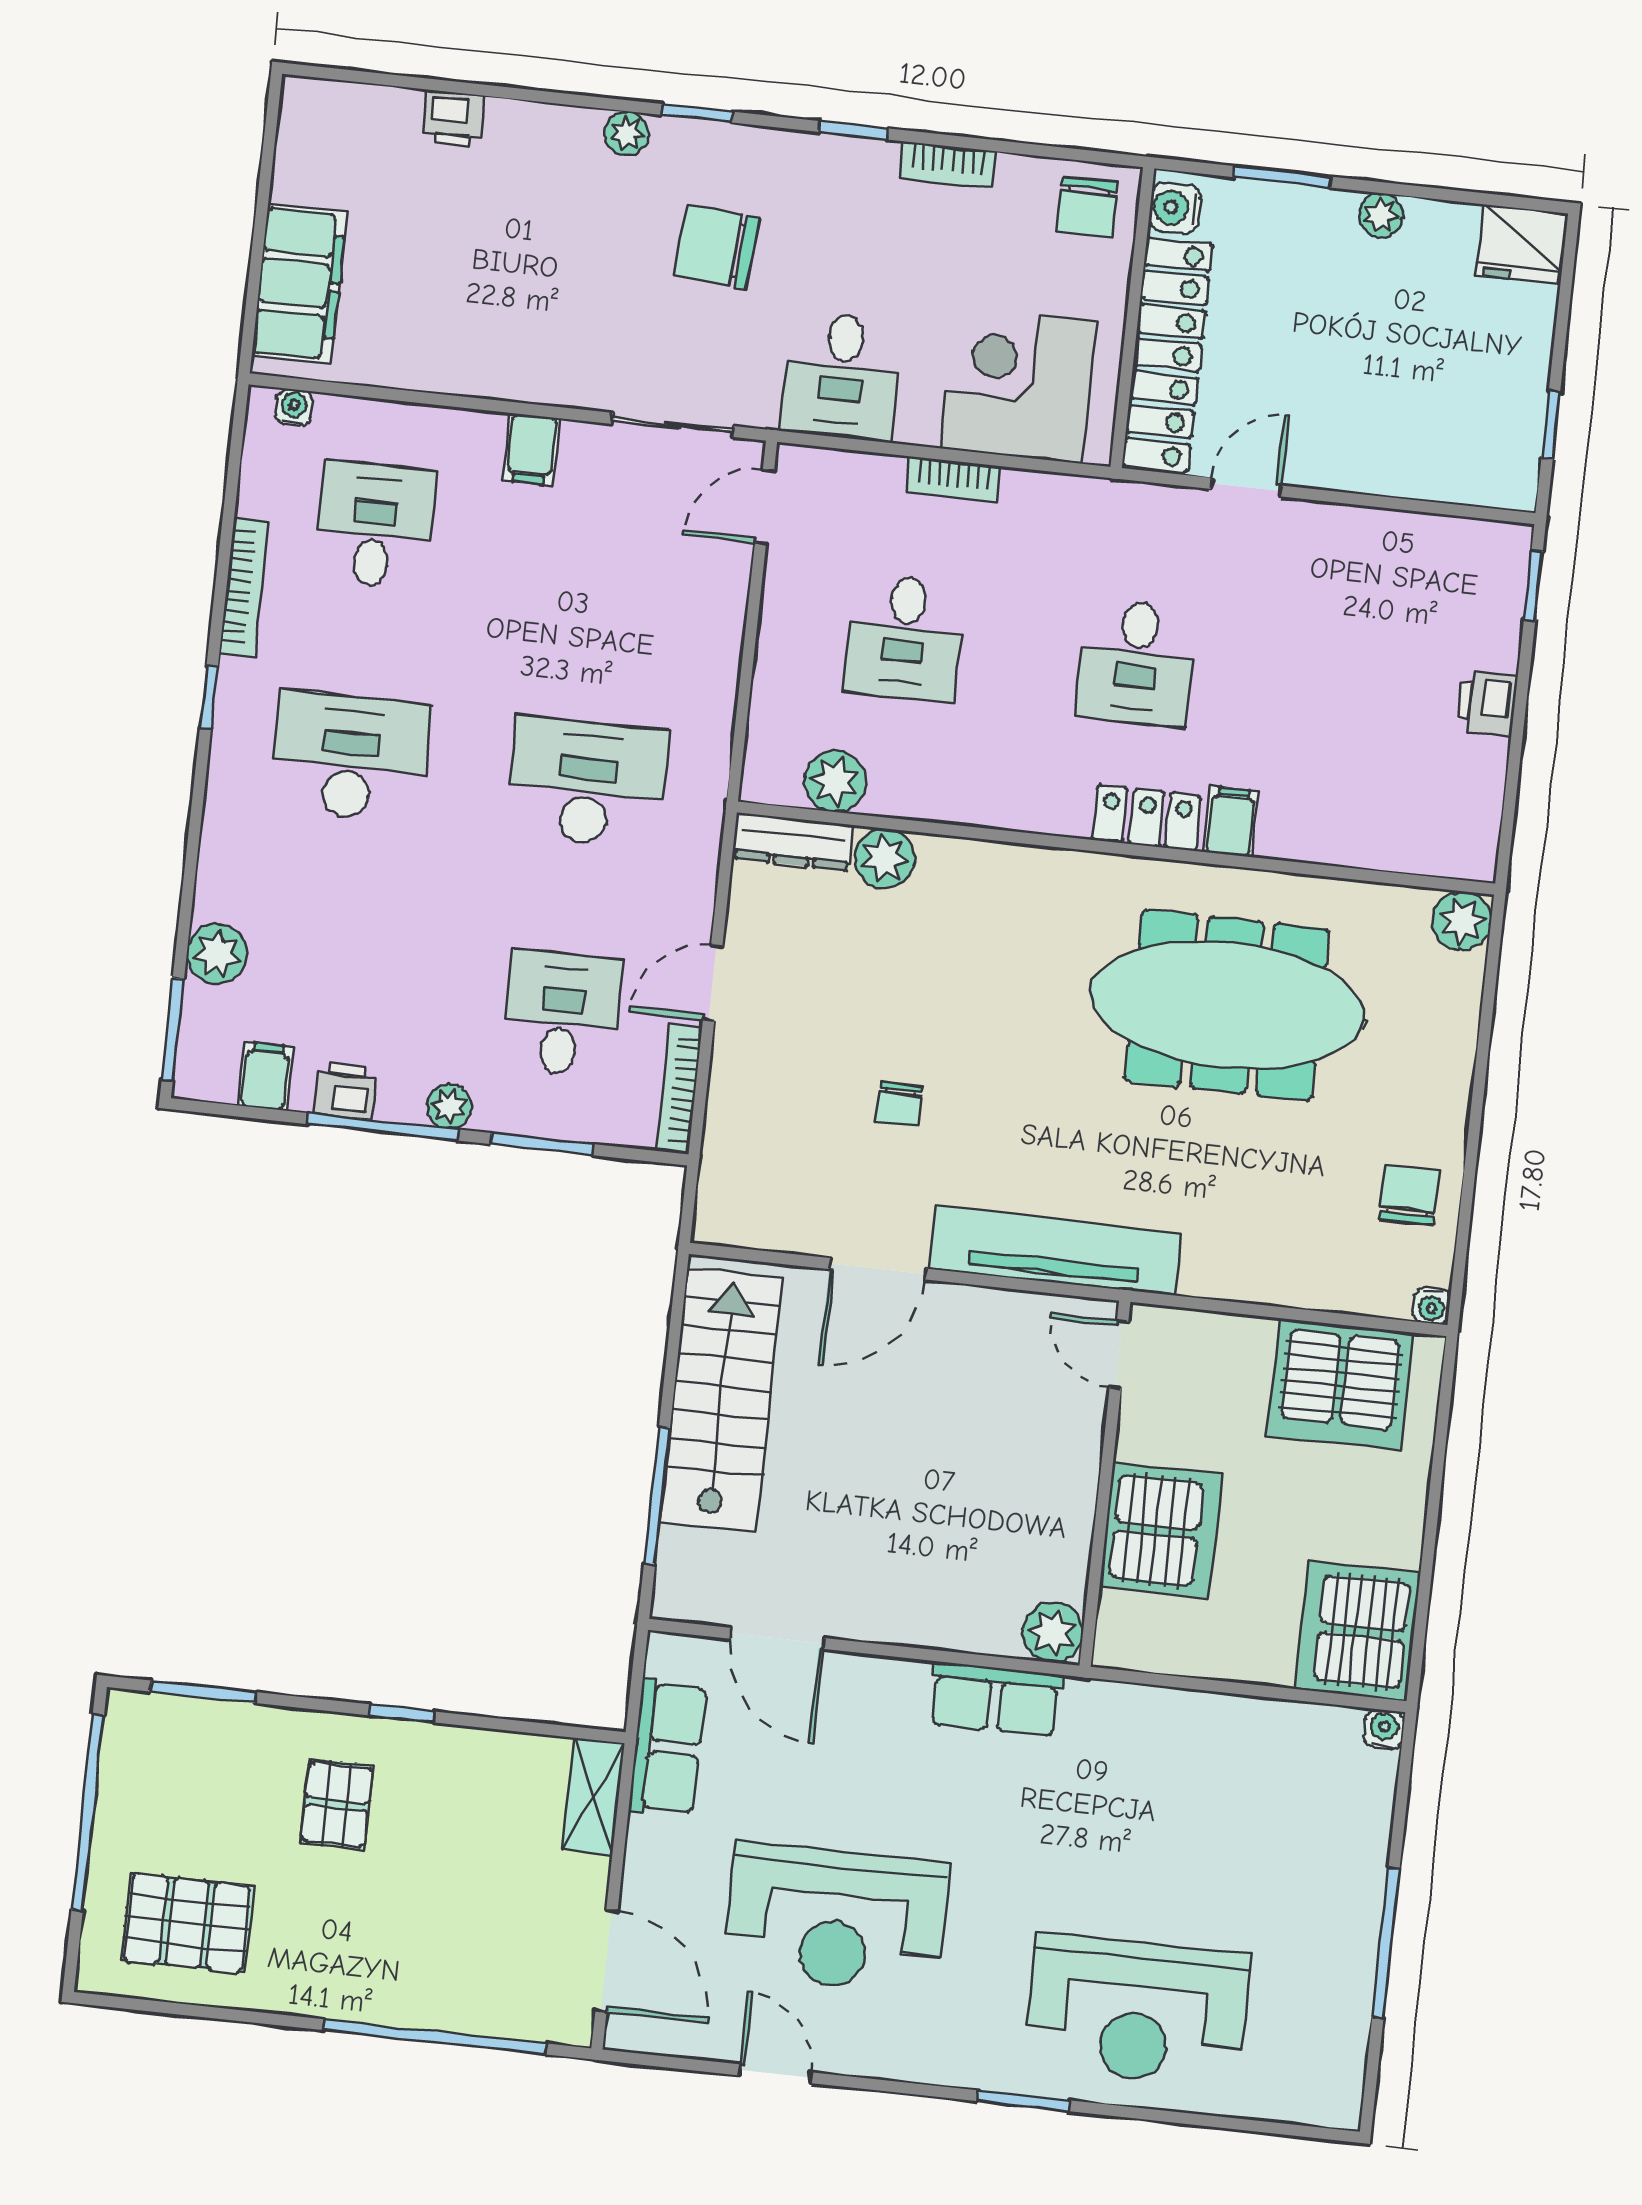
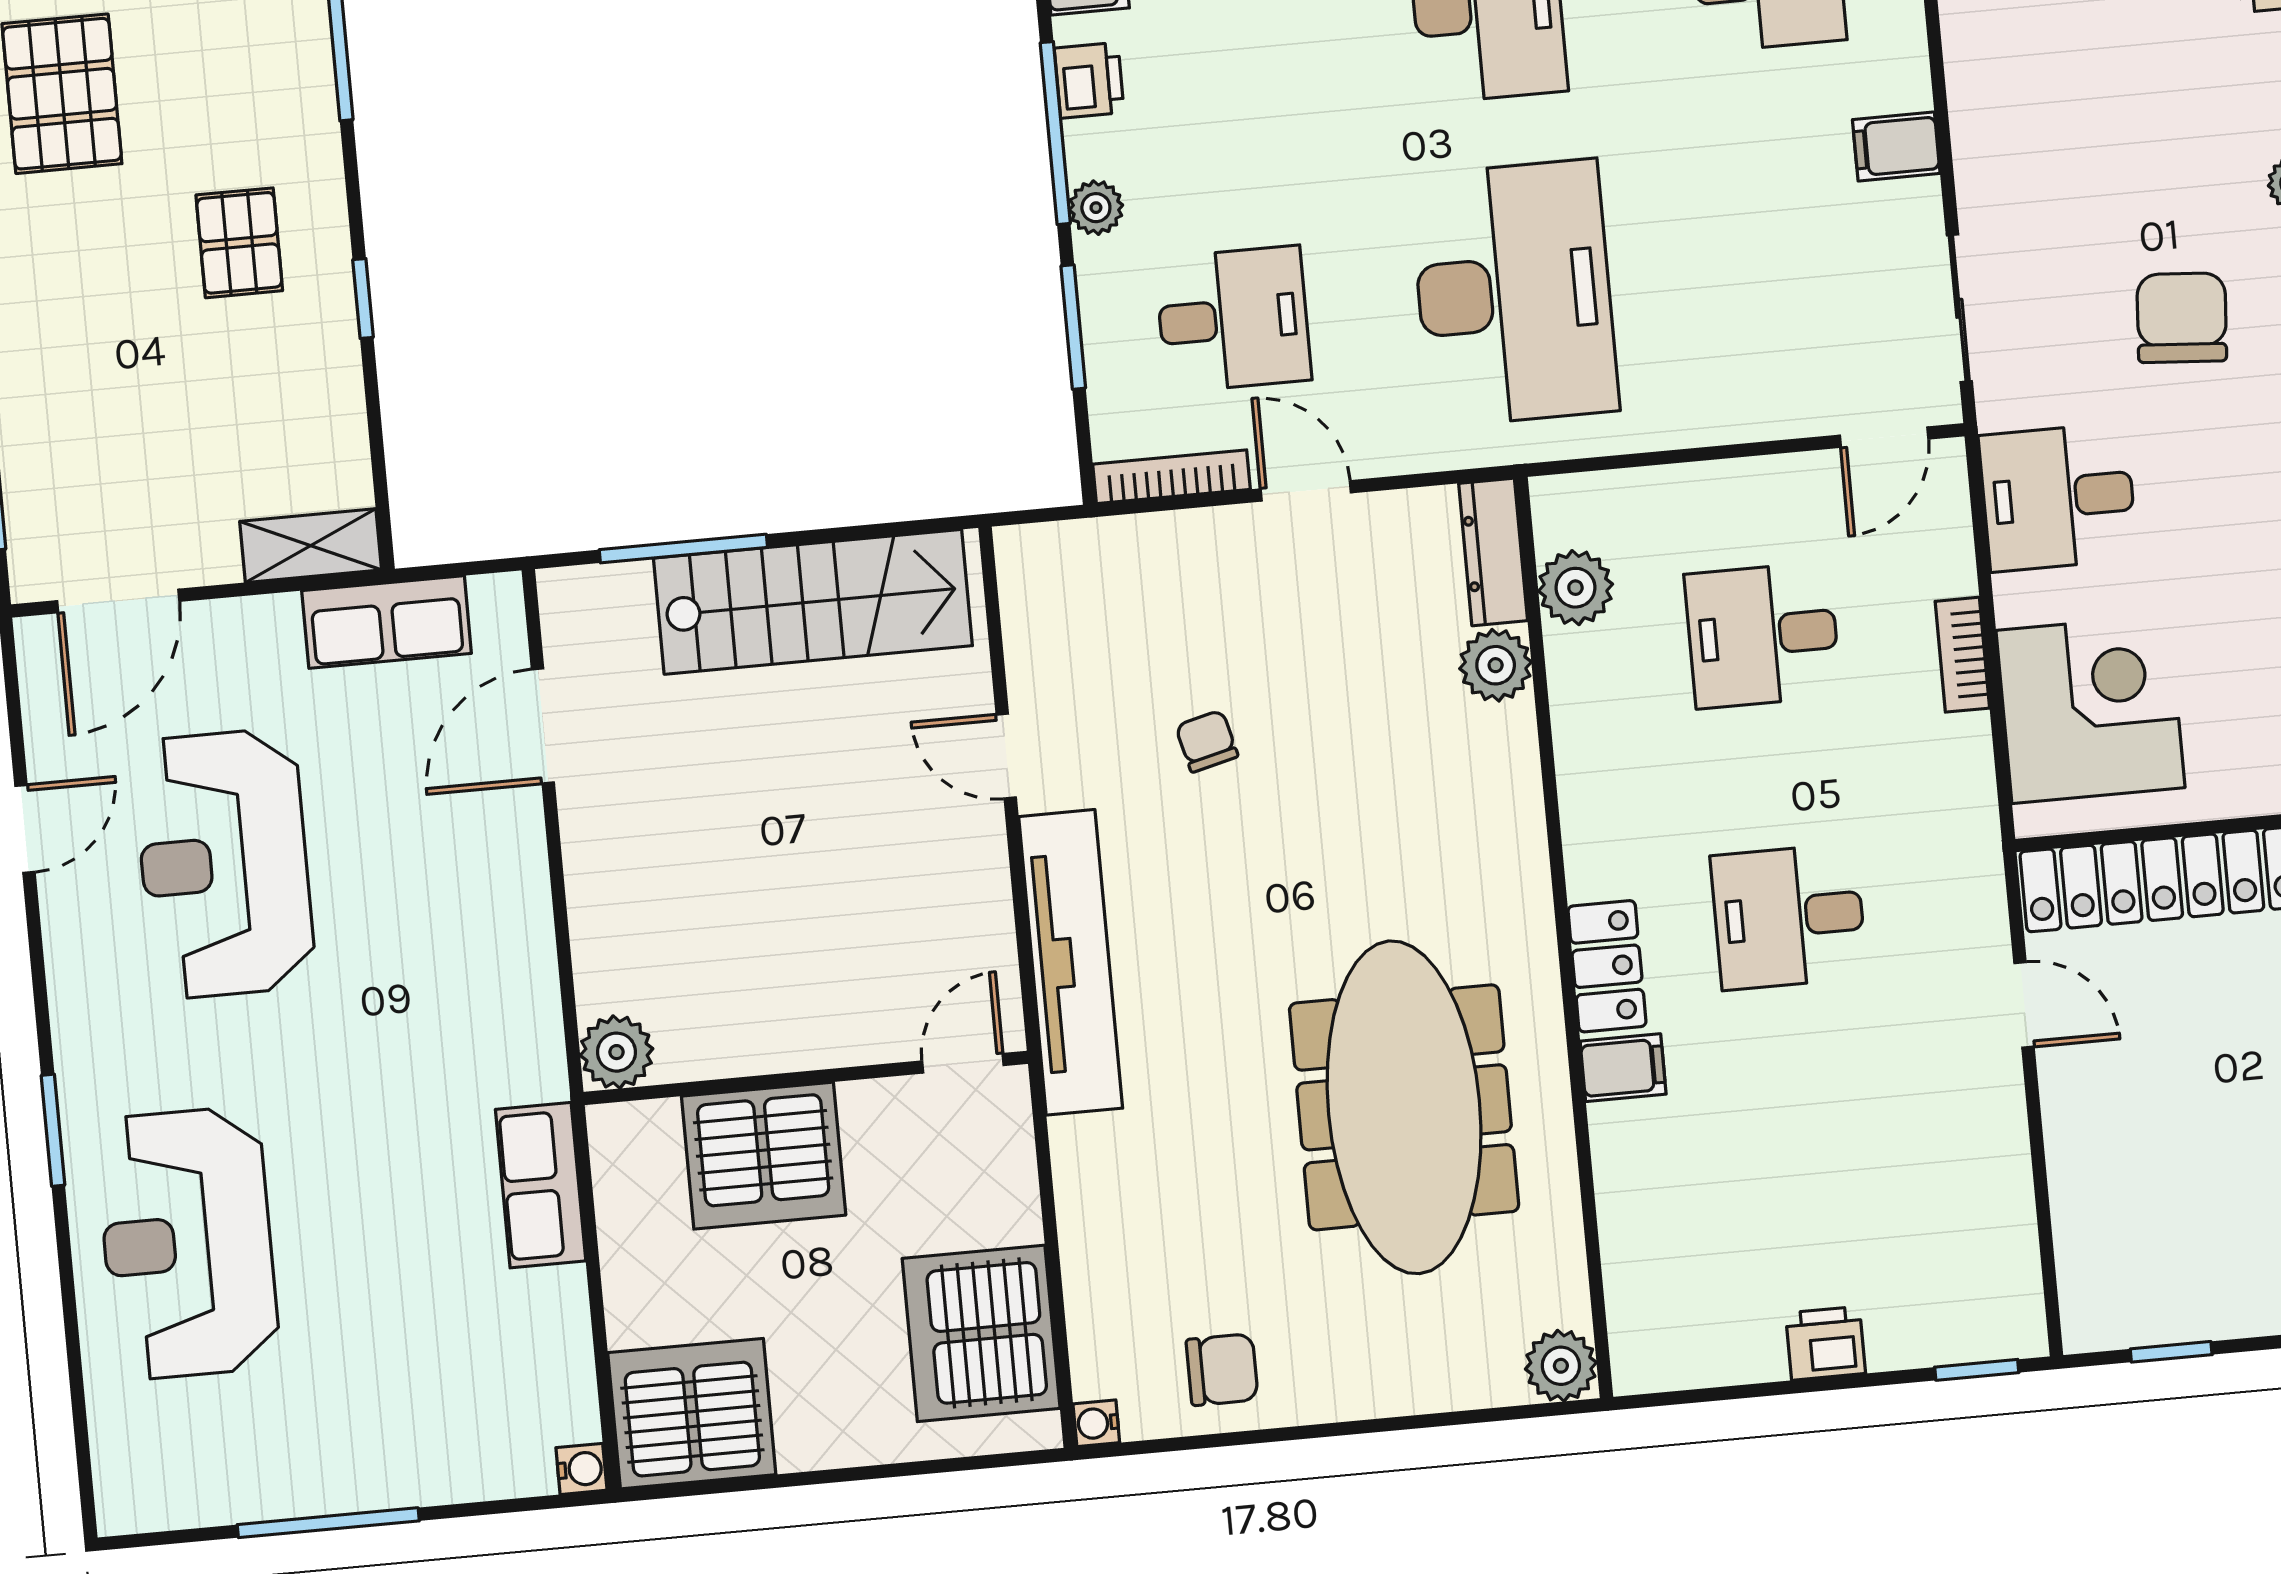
door: (764, 507) -> (1884, 437), swing flipped
desk: (587, 782) -> (1514, 293), width x1.36, depth x1.30
chair: (899, 1104) -> (1207, 741), turned 75
door: (878, 1269) -> (1006, 756), width x0.73
row of seats: (996, 1699) -> (541, 1185), moved
pallet: (337, 1804) -> (239, 243), turned 90

